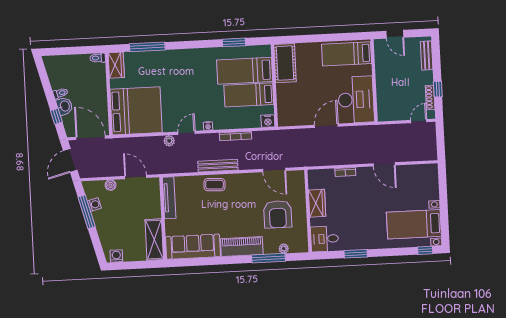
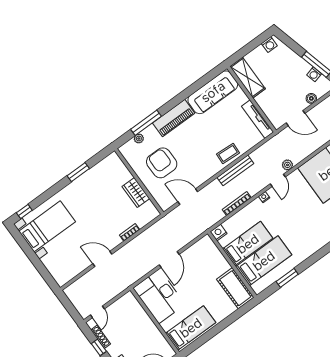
desk: (325, 239) -> (111, 168), removed

